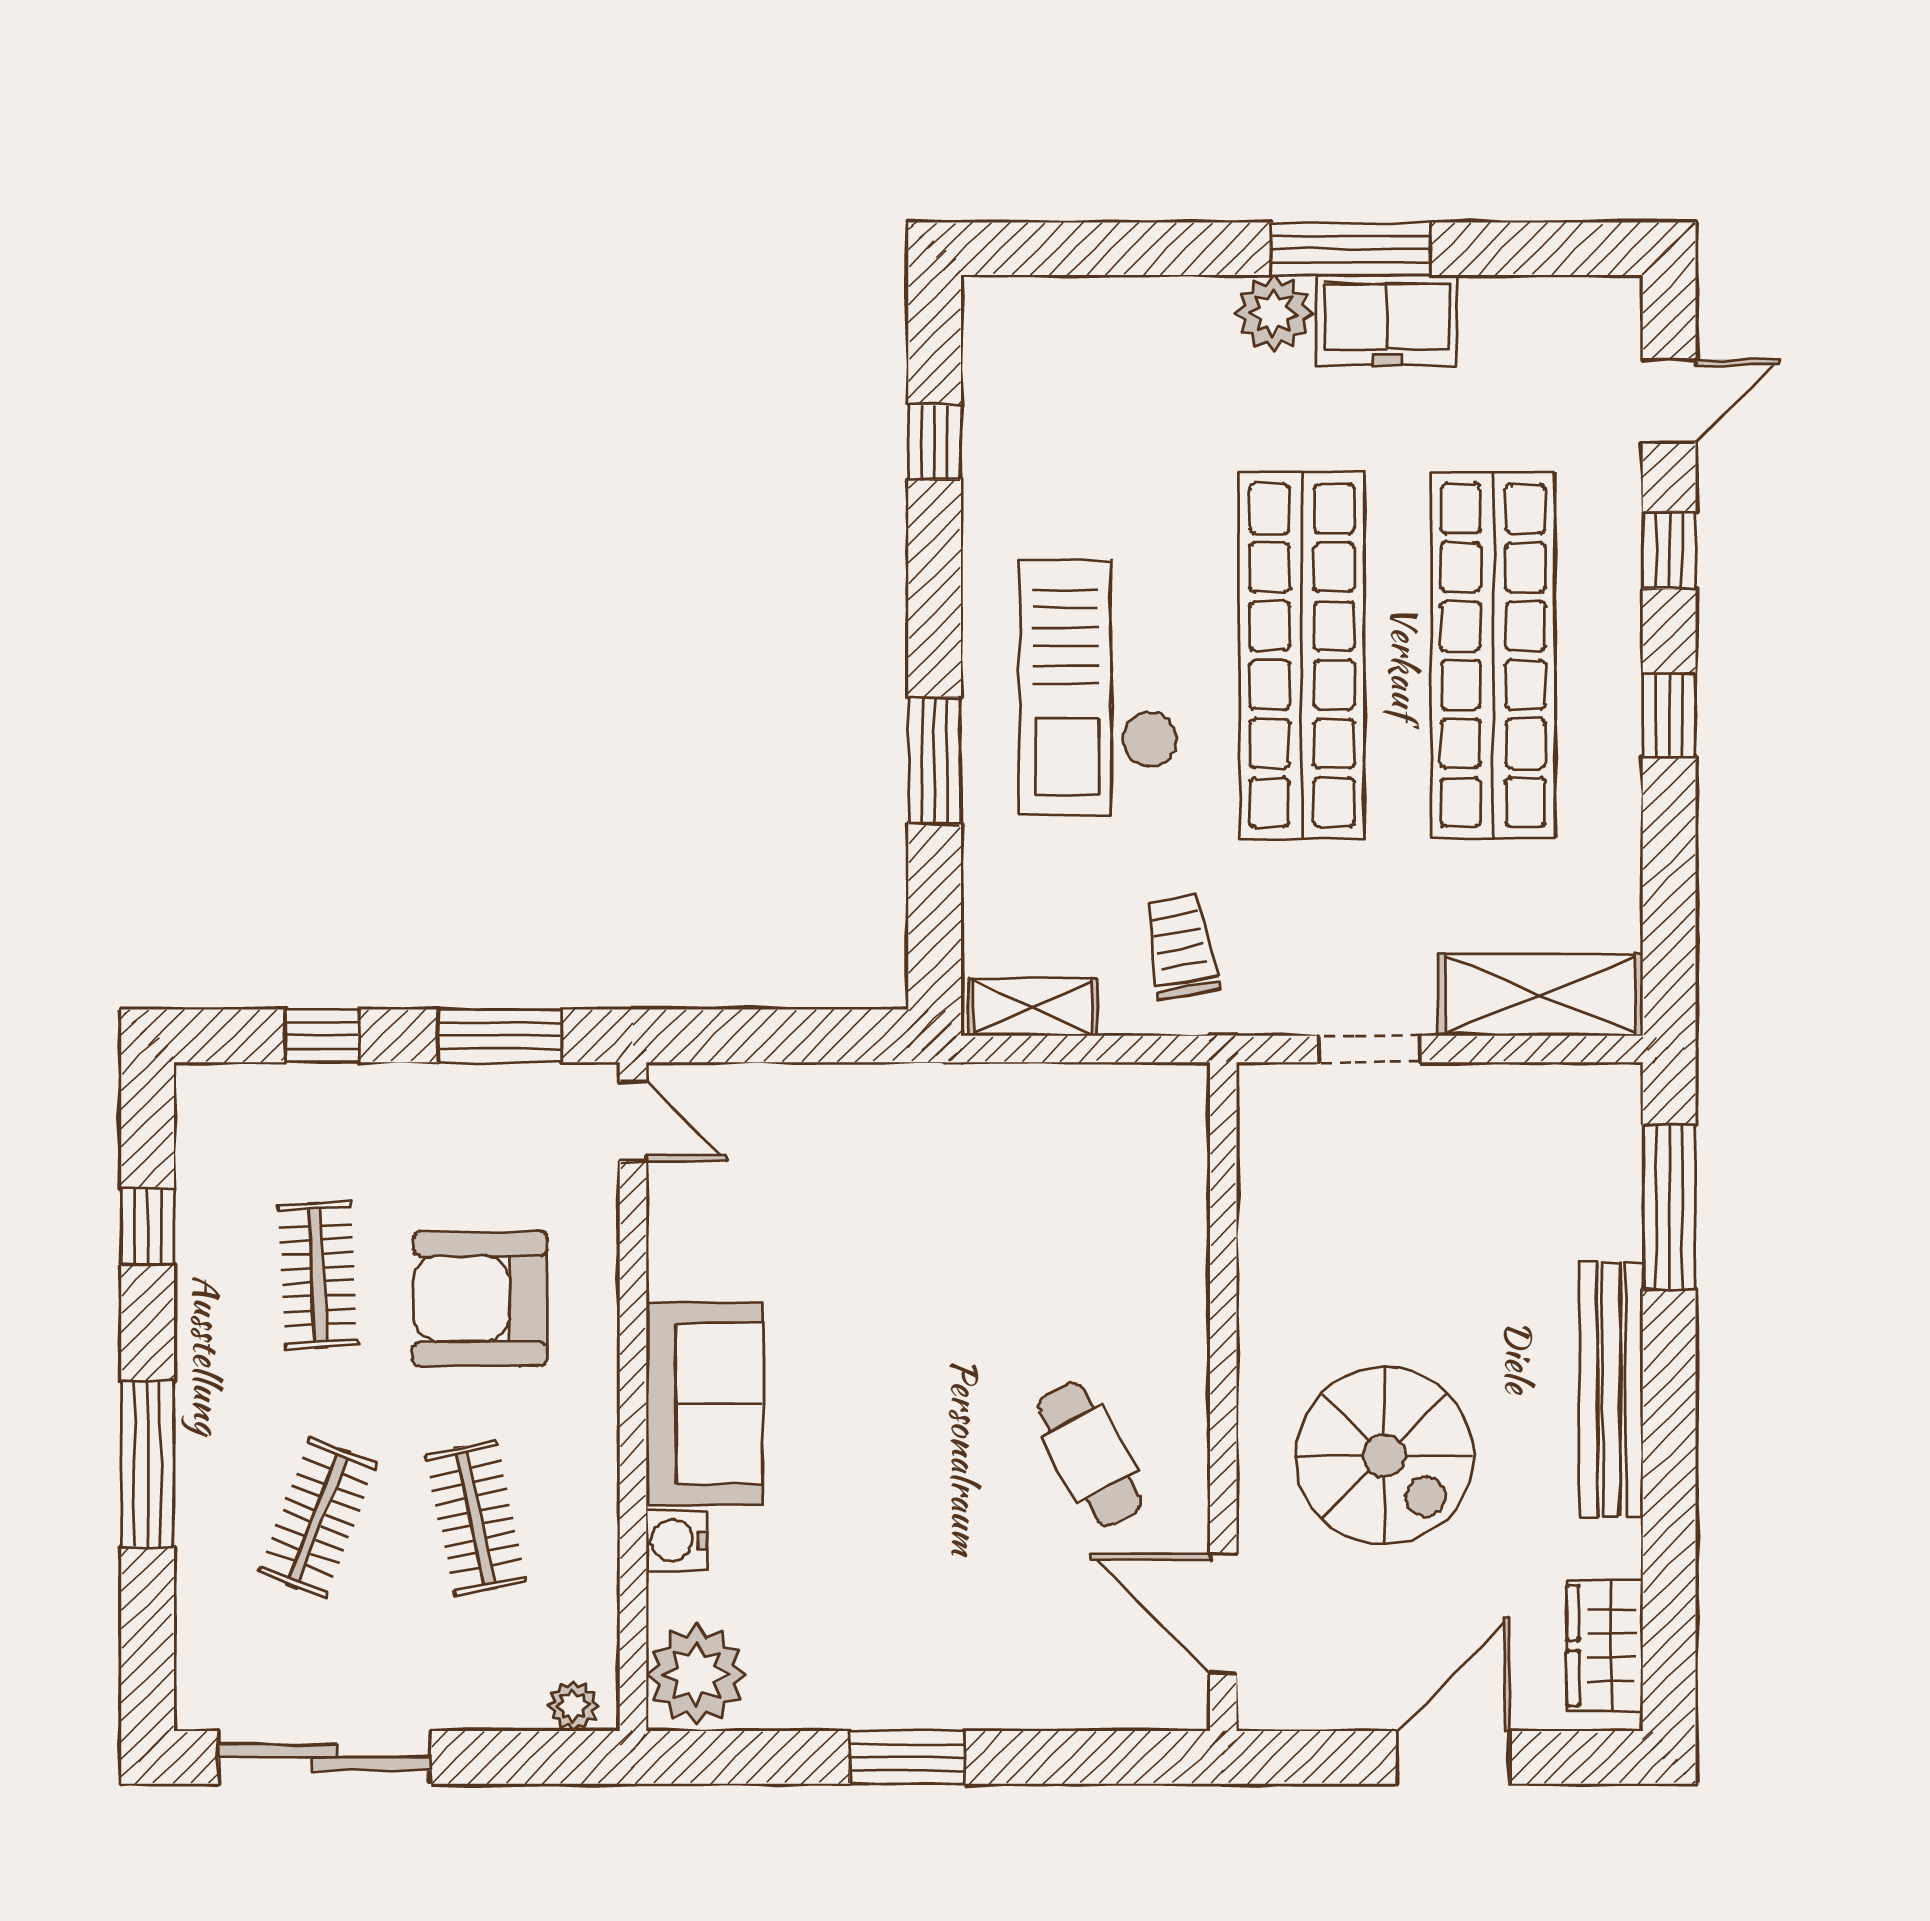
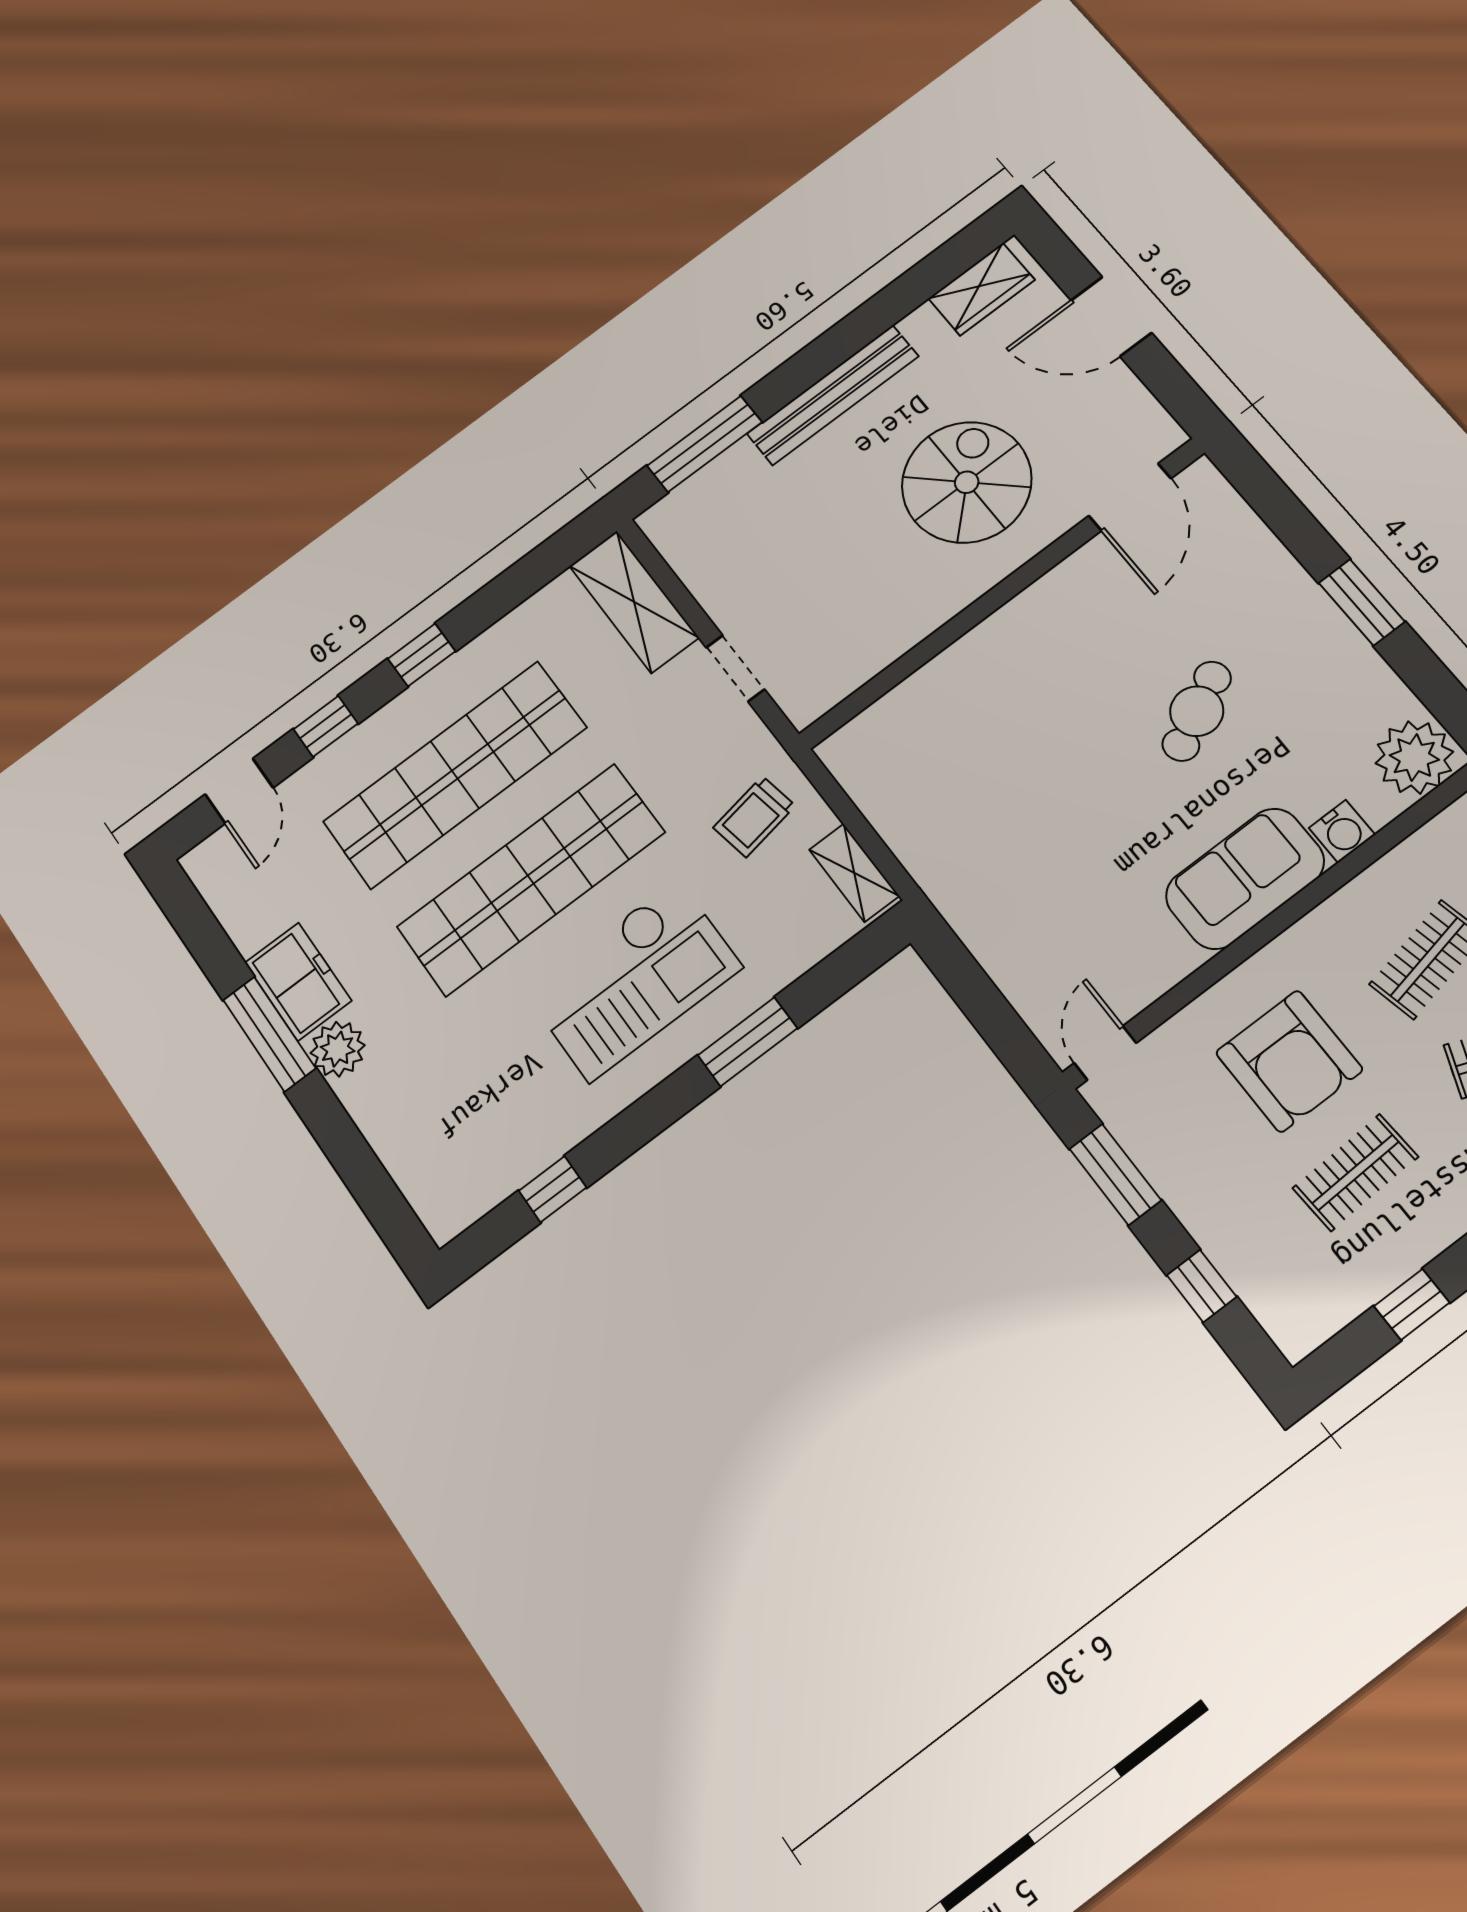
door: (1669, 401) -> (239, 791), swing flipped
cafe table: (1090, 1454) -> (1197, 711), moved

